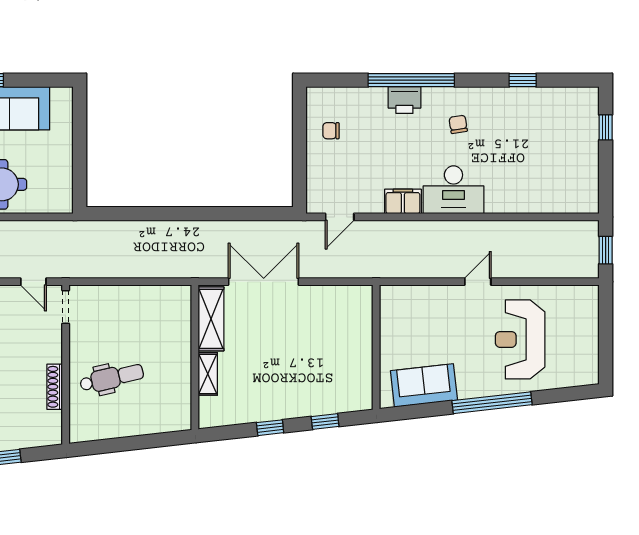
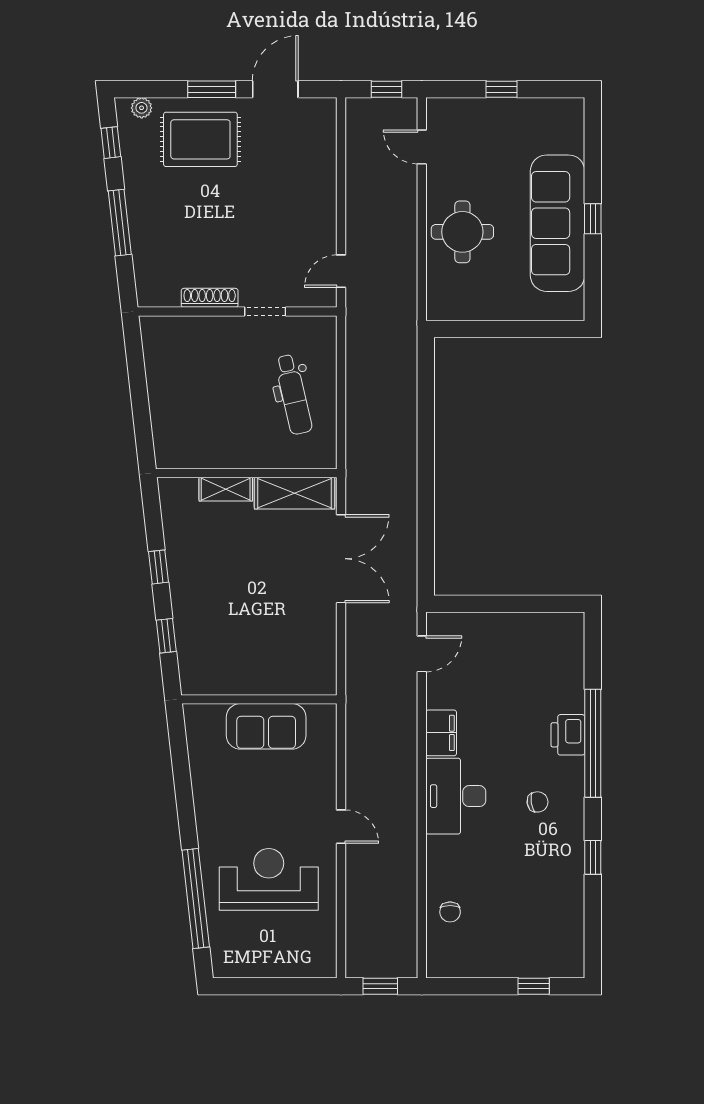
window: (523, 80) -> (593, 857), moved
chair: (331, 131) -> (450, 912), moved, turned 180
door: (340, 217) -> (422, 654), swing flipped
doorway: (66, 307) -> (265, 312), moved
dental chair: (112, 378) -> (293, 394), moved
sofa: (424, 385) -> (266, 726), moved, turned 96
window: (492, 403) -> (196, 898), moved

